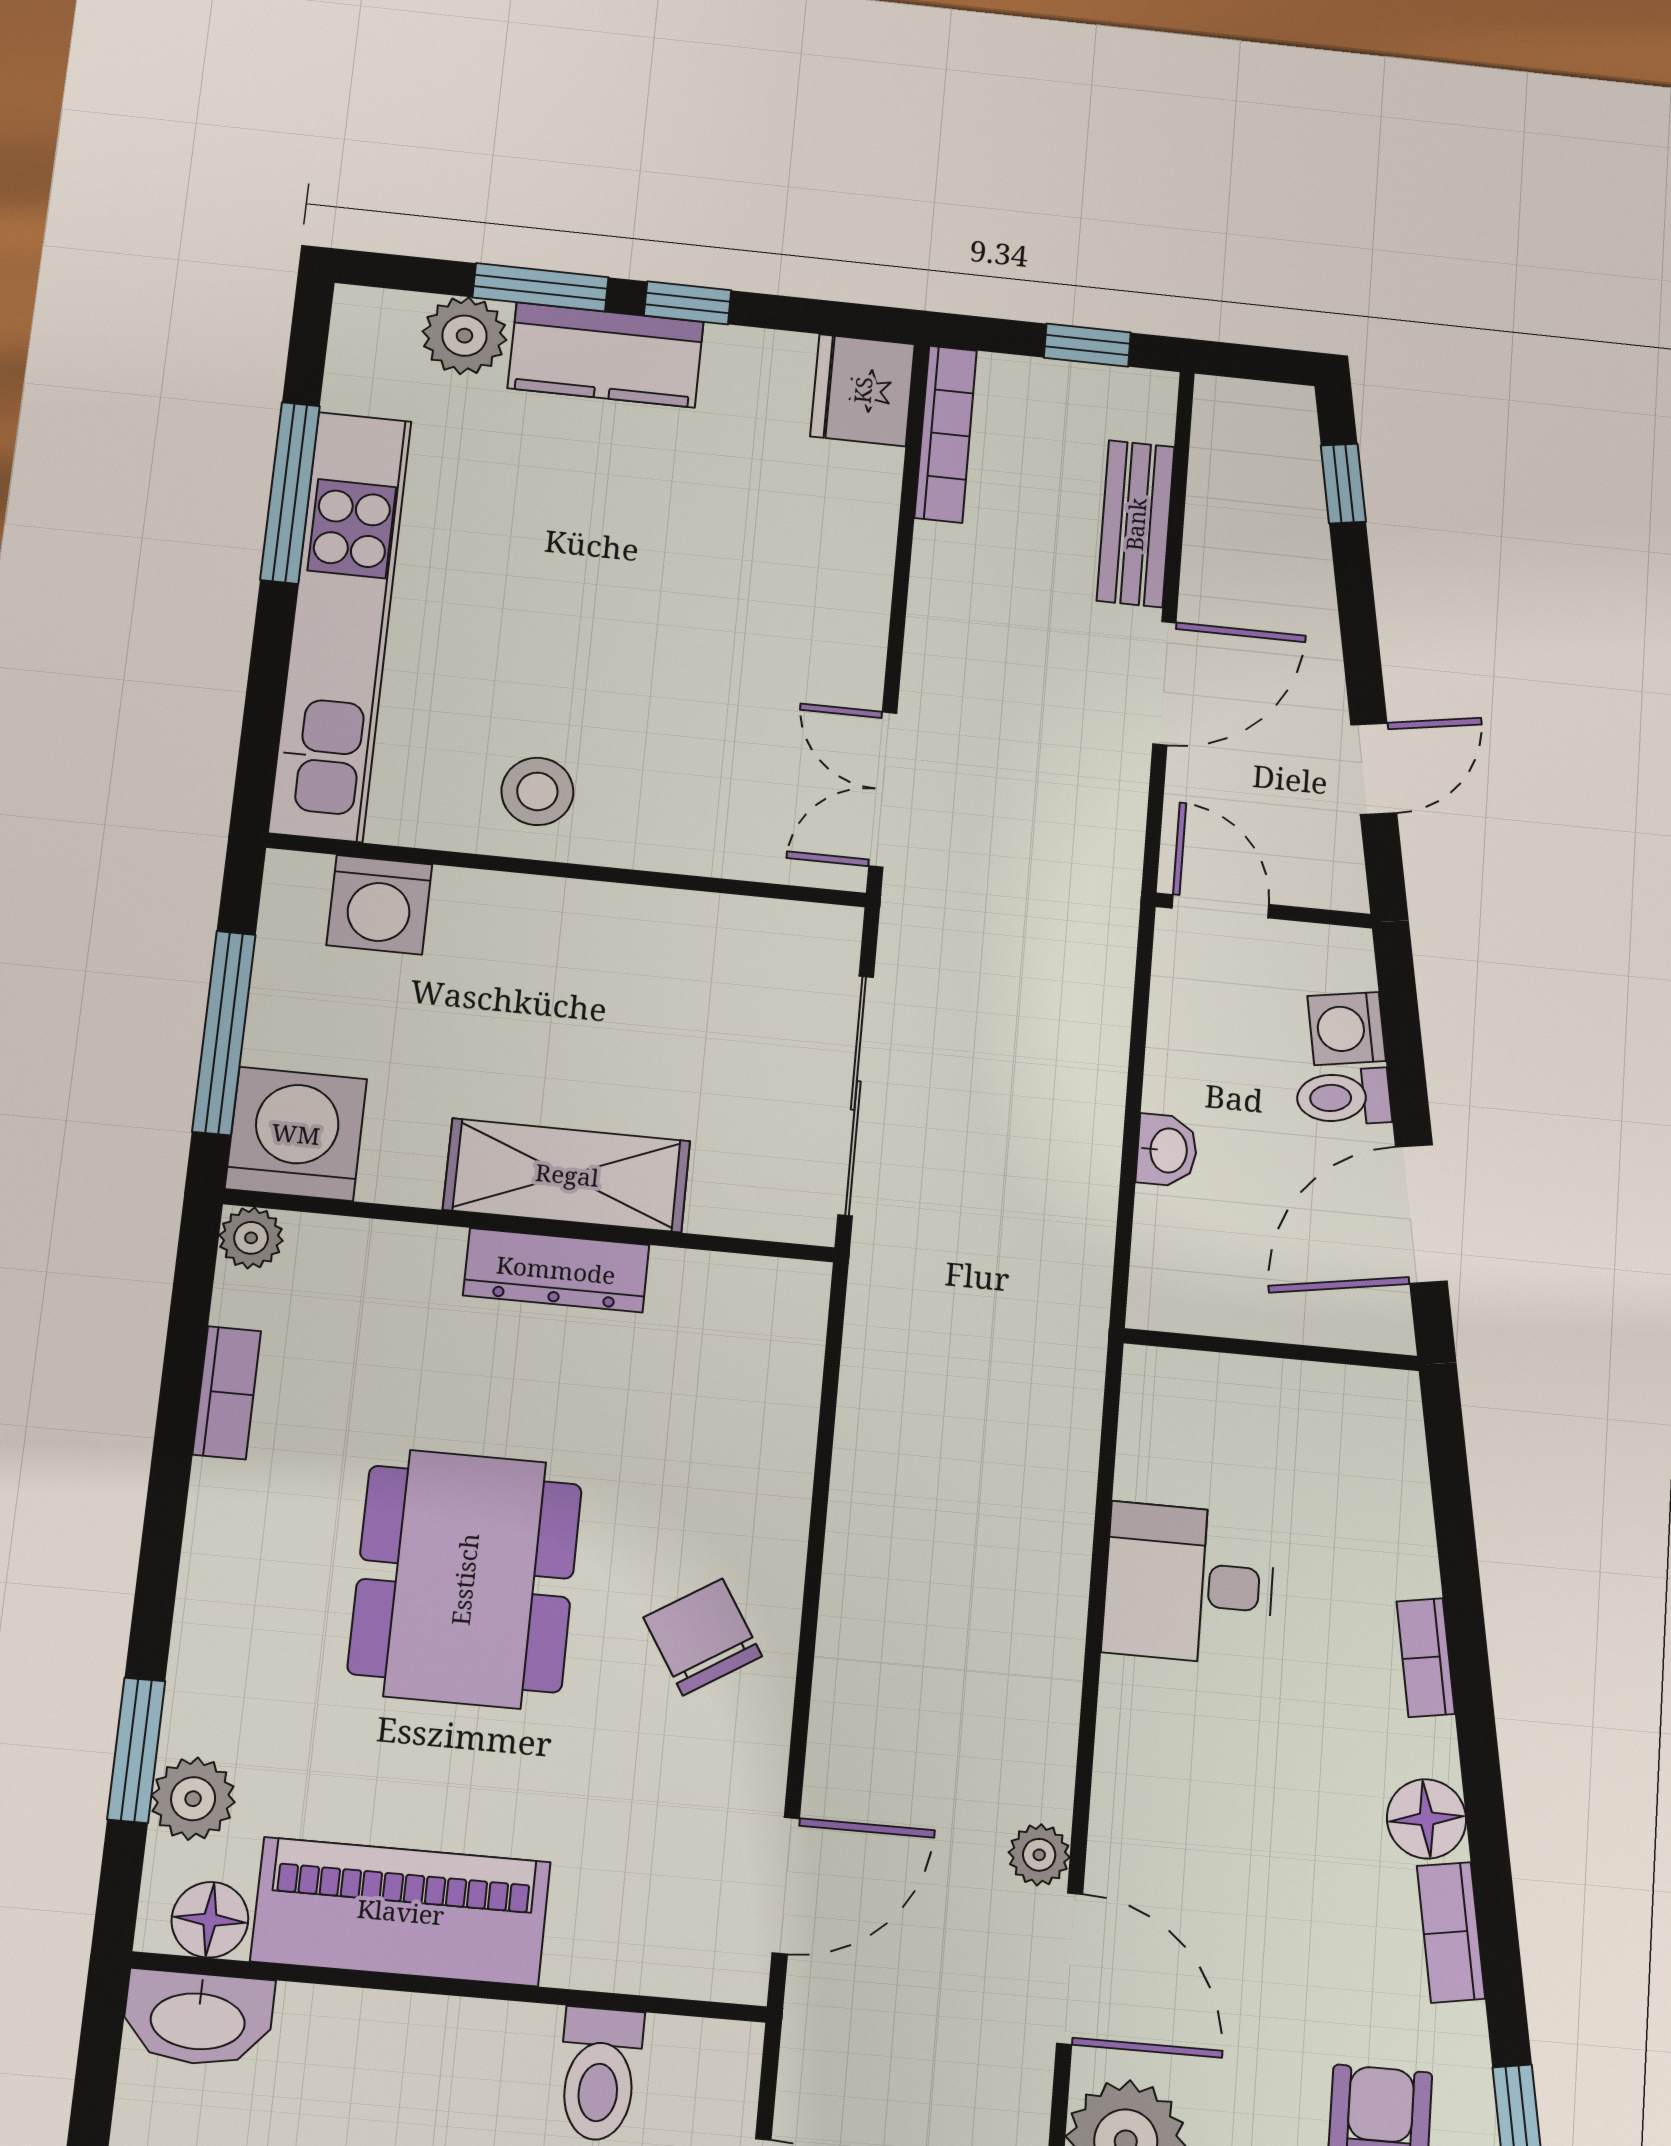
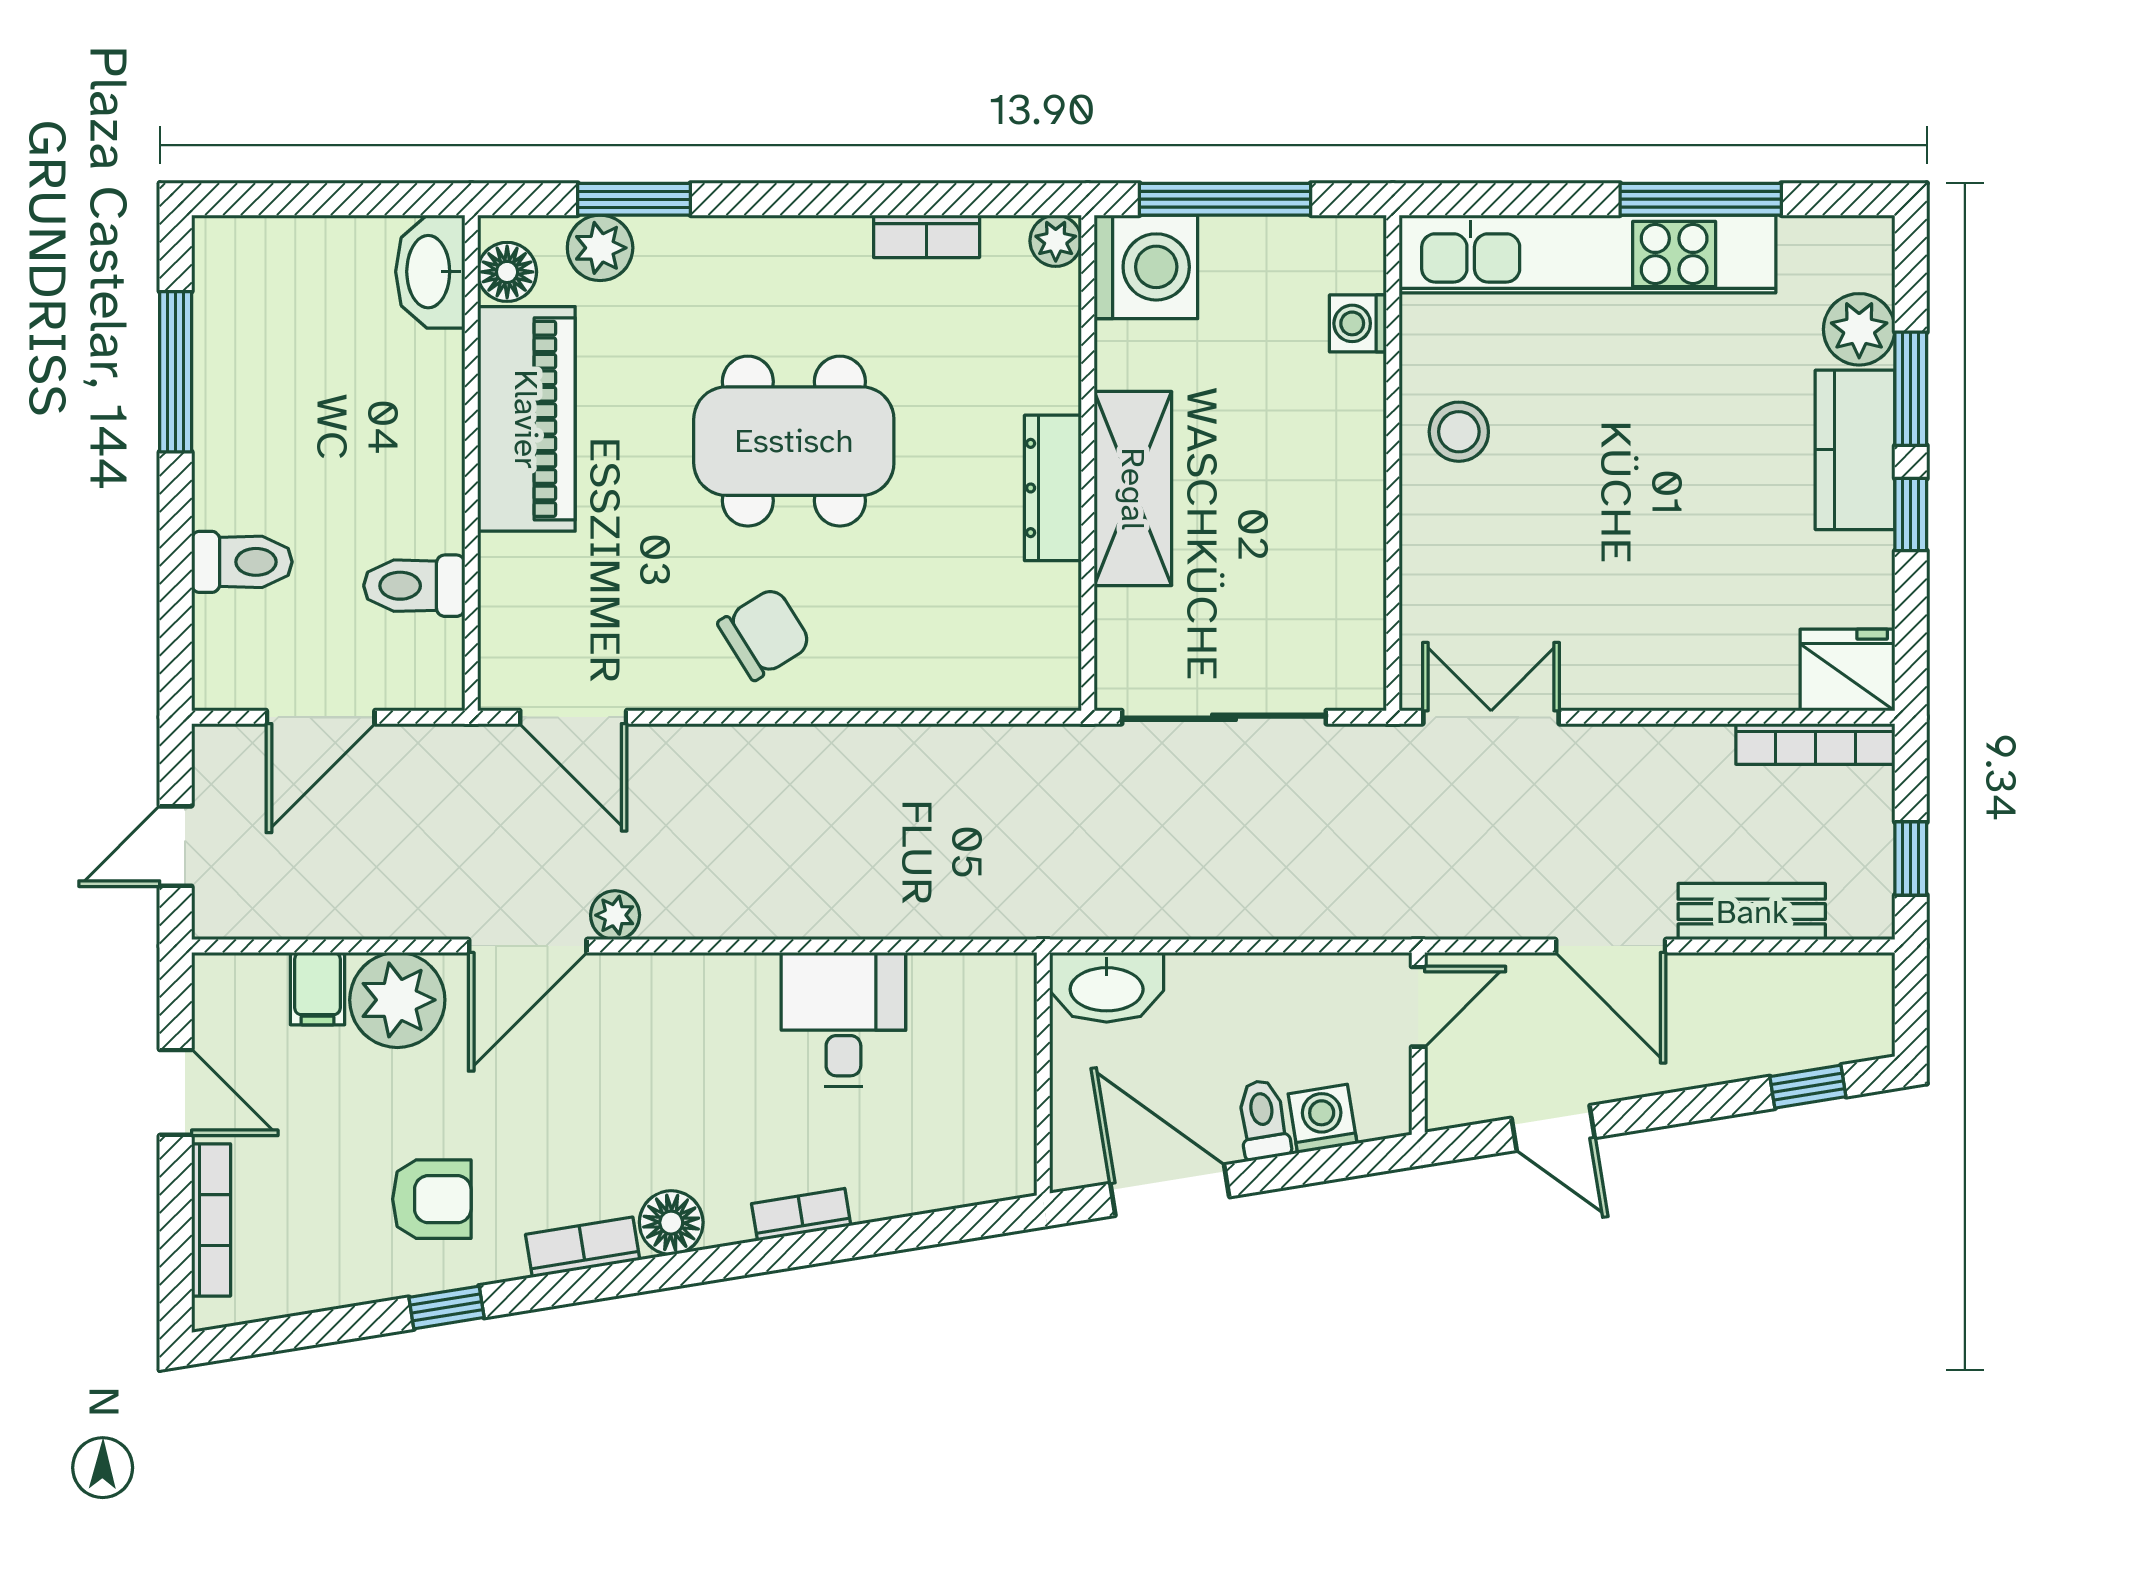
washing machine: (379, 905) -> (1358, 323), width x0.73, depth x0.73
washbasin: (1167, 1150) -> (1107, 987), moved, width x1.91, depth x1.45

